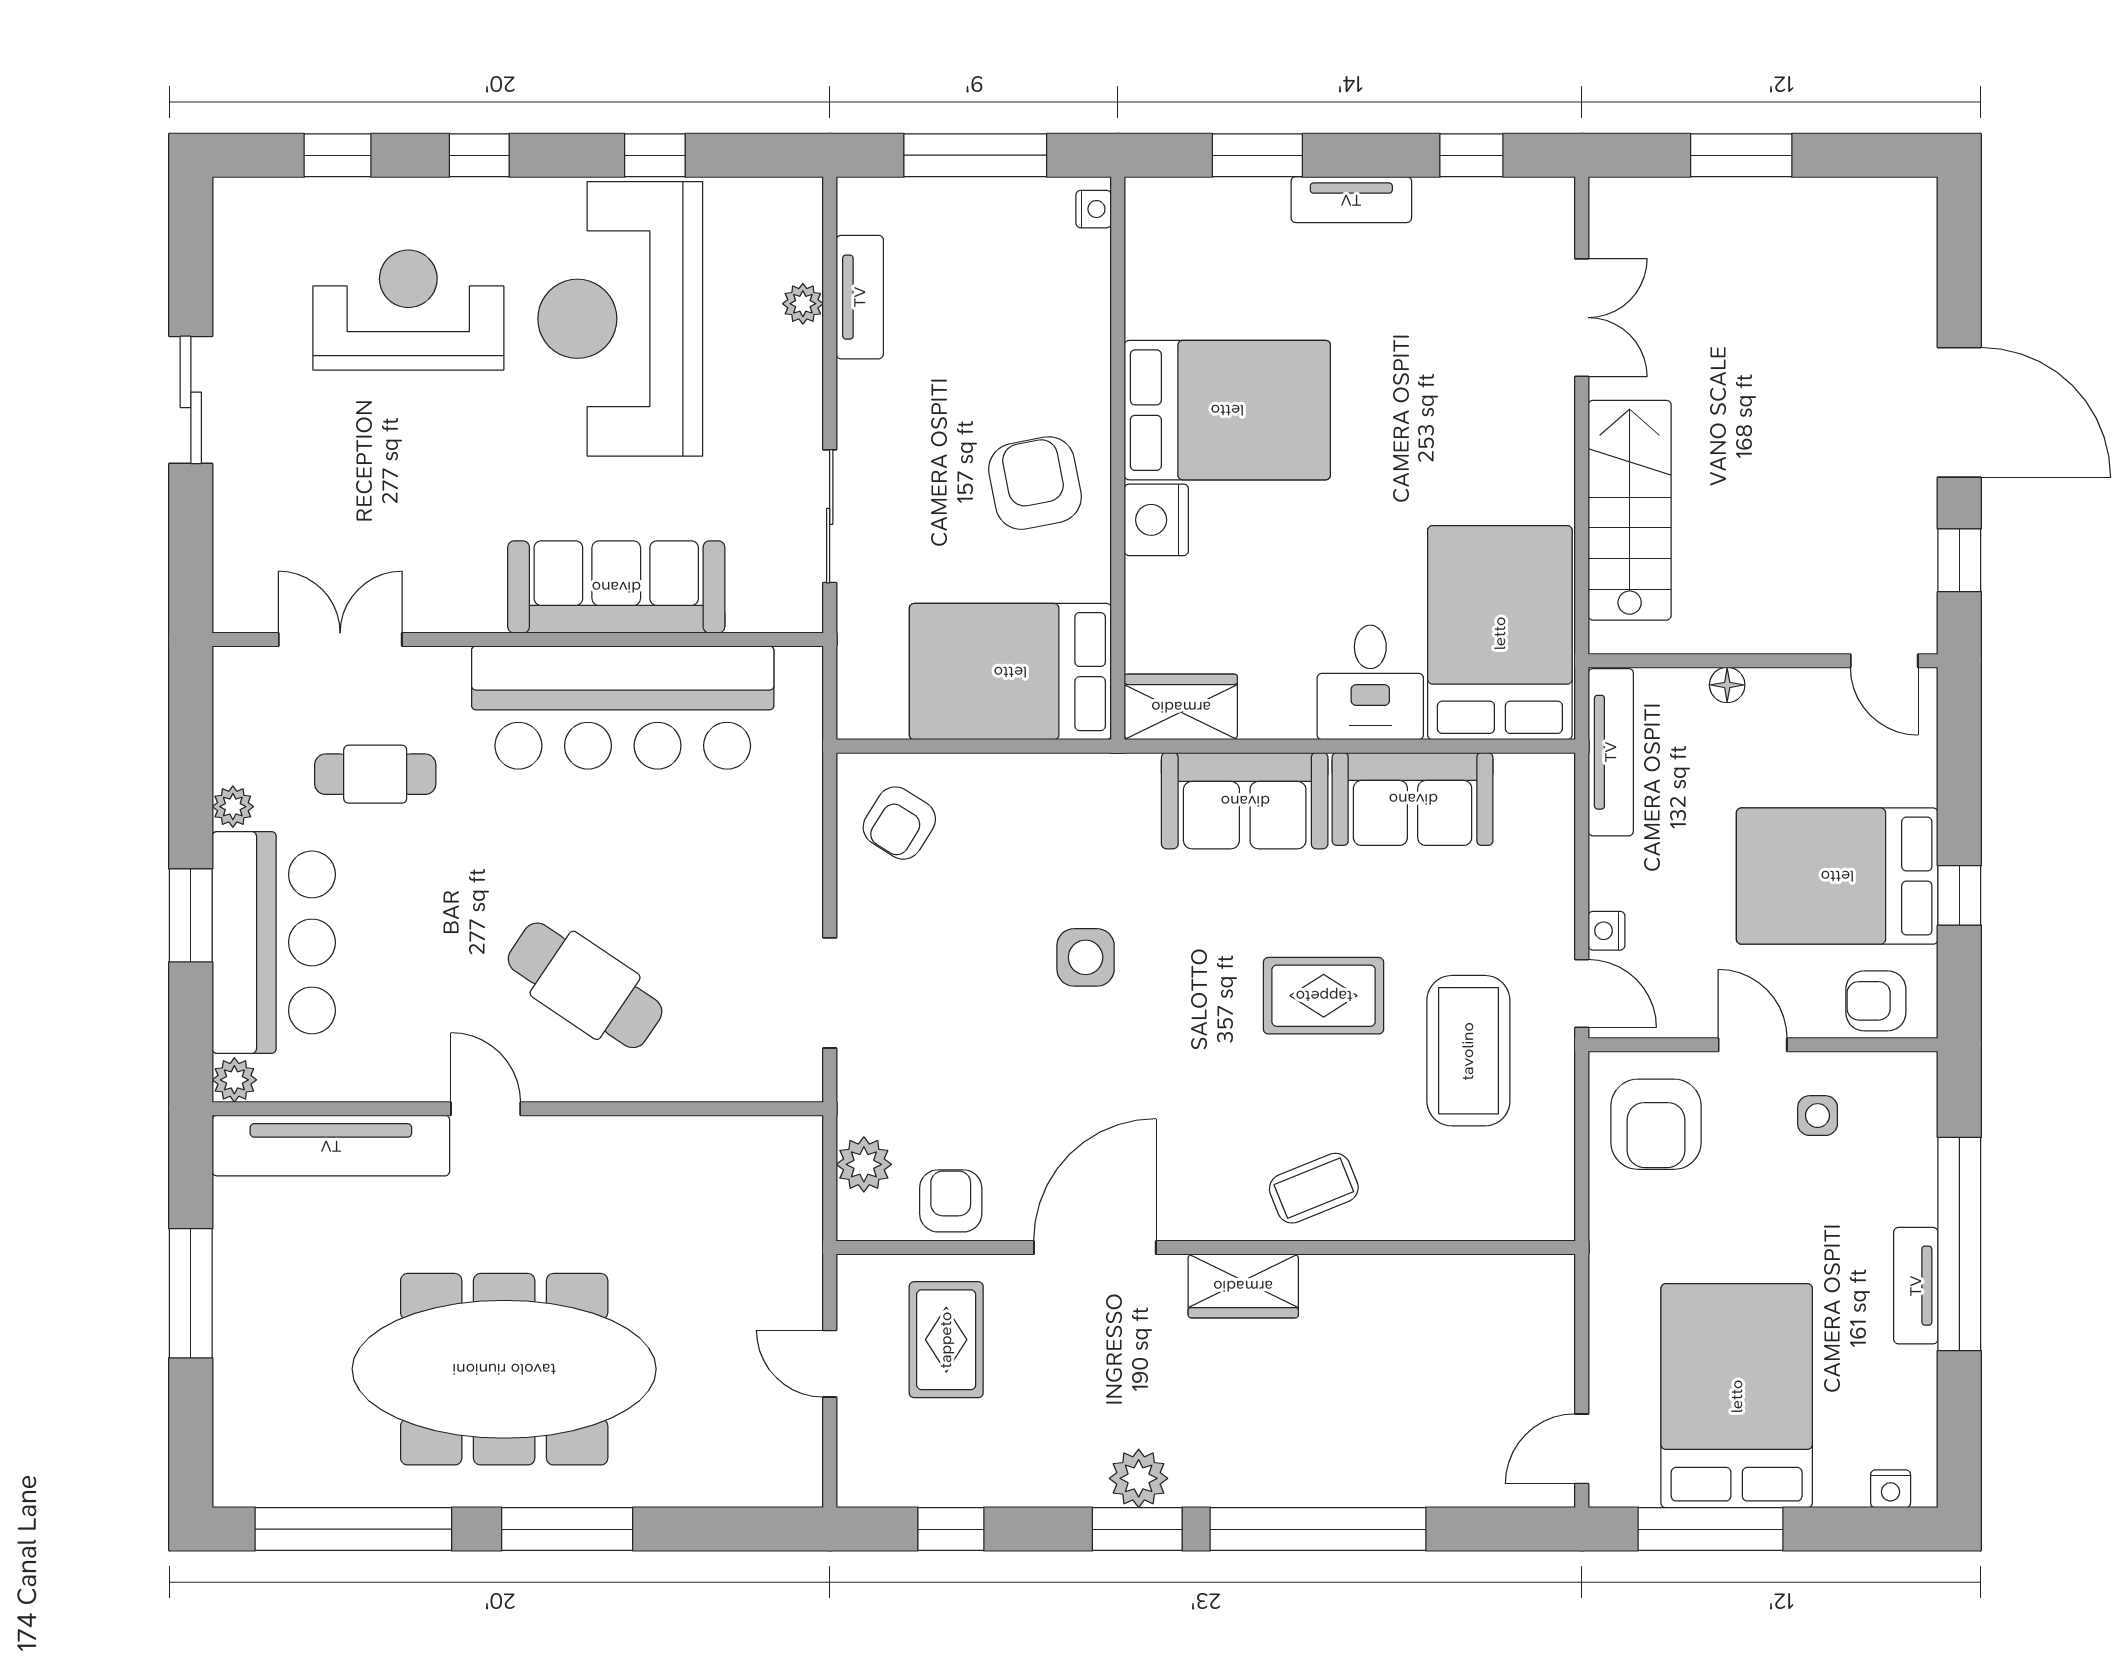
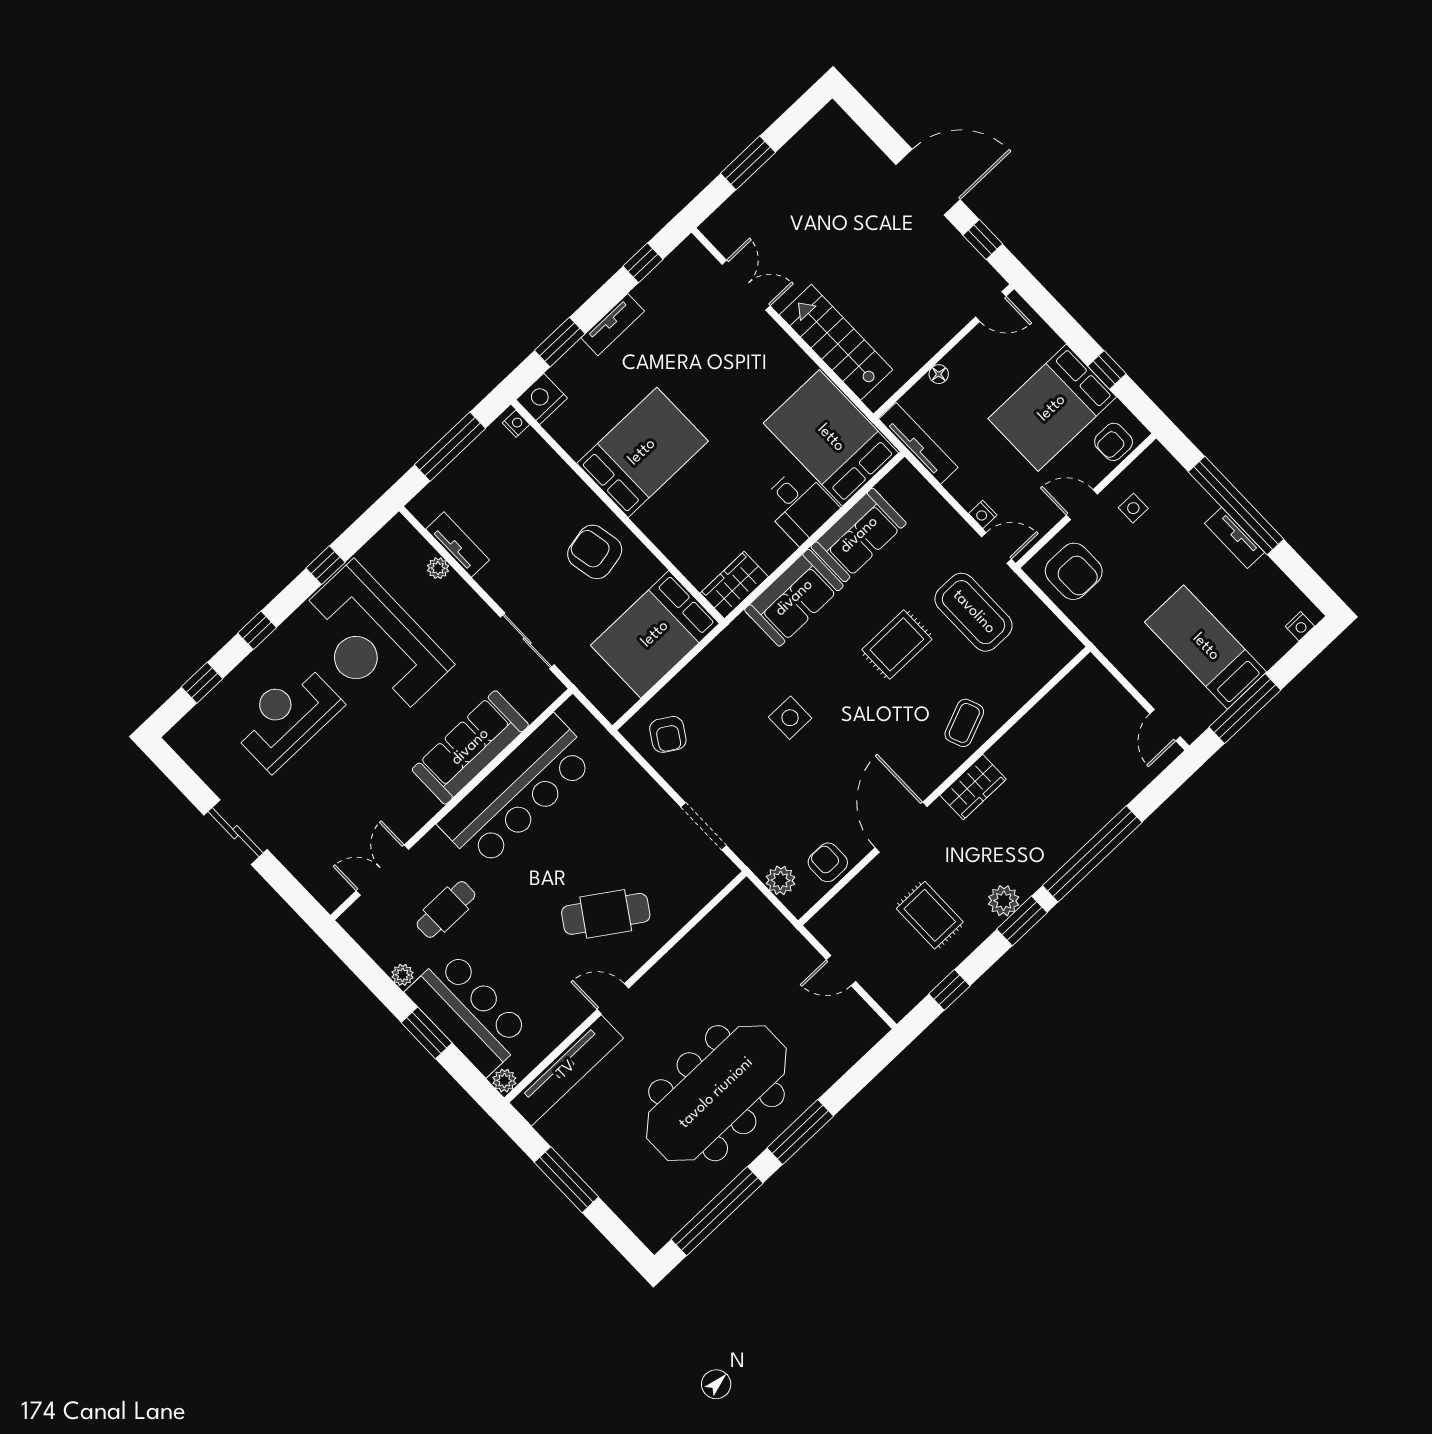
nightstand: (1156, 520) -> (542, 399), moved, turned 90
rug: (946, 1340) -> (930, 915), moved
bed: (1737, 1396) -> (1206, 647), width x0.67

